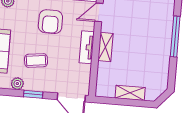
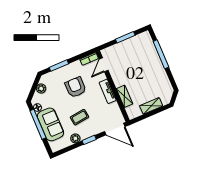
armchair: (50, 22) -> (76, 87), turned 180
shelving: (105, 47) -> (125, 96), moved

